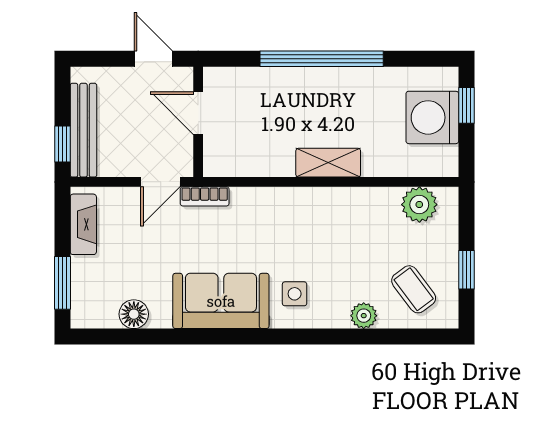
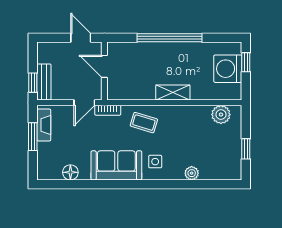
bench: (83, 130) -> (44, 82), width x0.73
window: (62, 283) -> (33, 137), moved
coffee table: (414, 289) -> (144, 123), moved, turned -36

